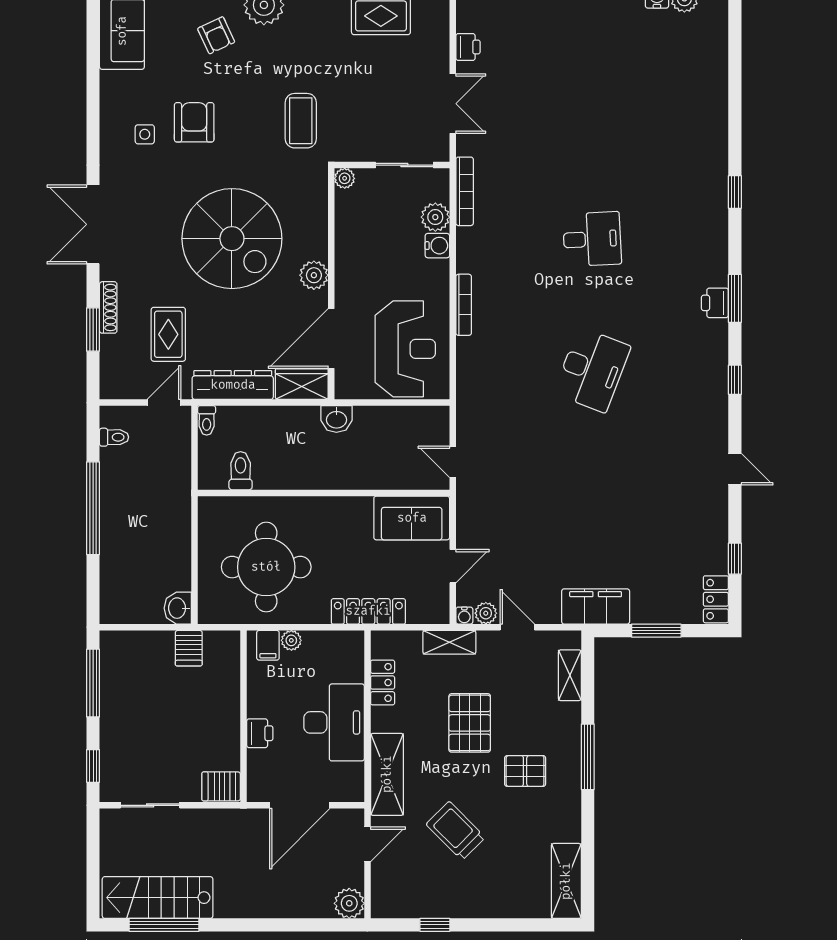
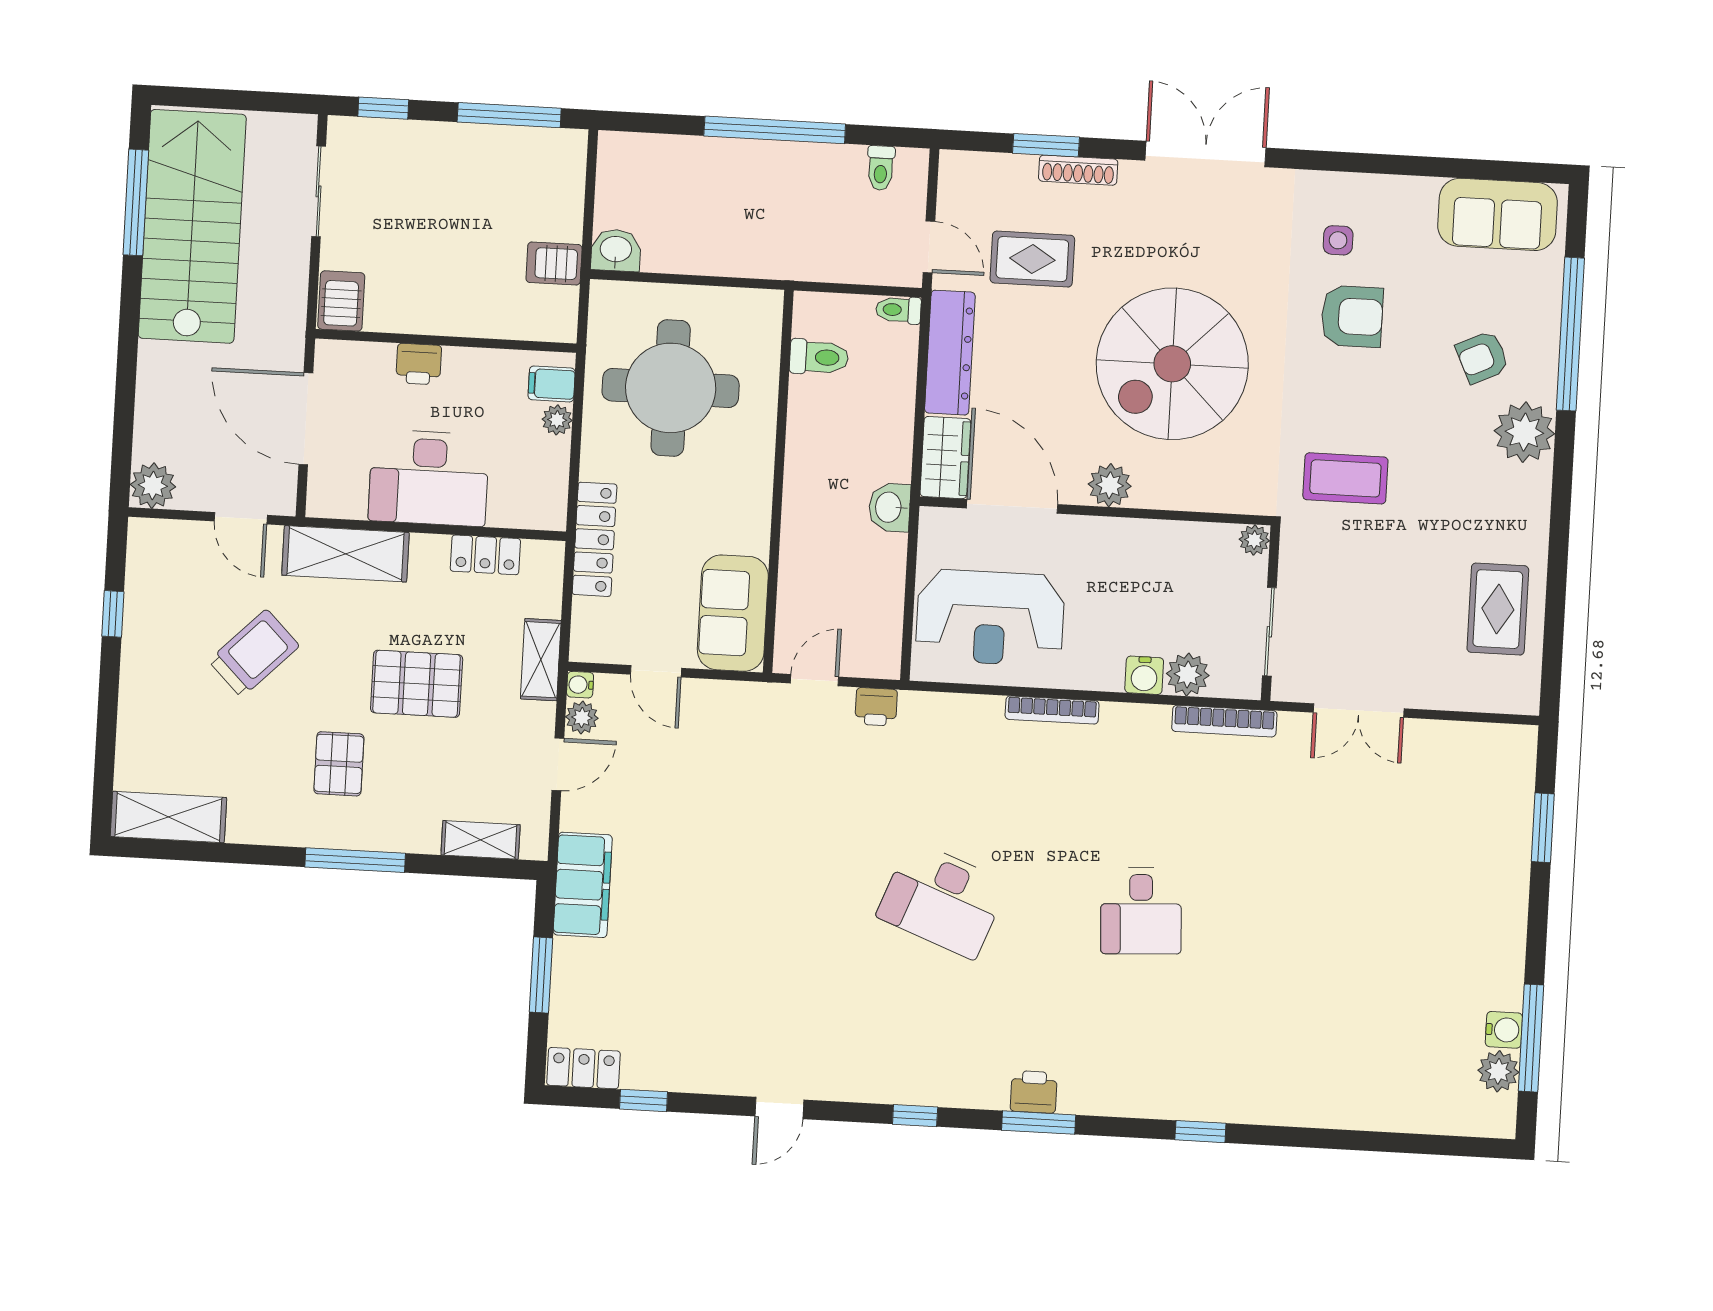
printer: (468, 47) -> (876, 707), moved
stairs: (158, 898) -> (192, 226), width x1.36, depth x1.51

